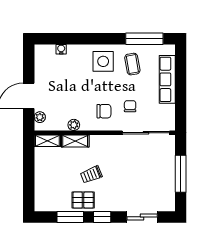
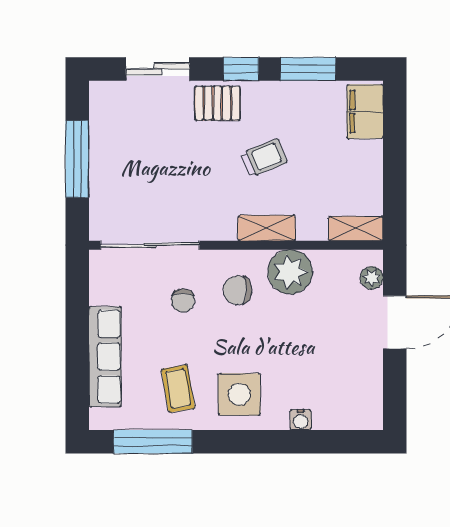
water cooler: (61, 49) -> (301, 420), moved
plant: (74, 125) -> (290, 272), width x1.88, depth x1.88
shelving: (75, 141) -> (267, 228), moved
filing cabinet: (43, 197) -> (365, 112), added
pallet: (83, 200) -> (217, 103), moved

